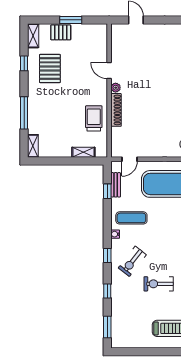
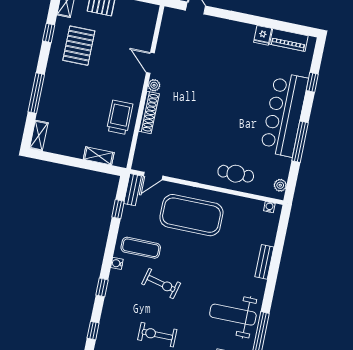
bench: (116, 185) -> (133, 190), moved
exercise bike: (132, 261) -> (161, 284), moved, turned -114

